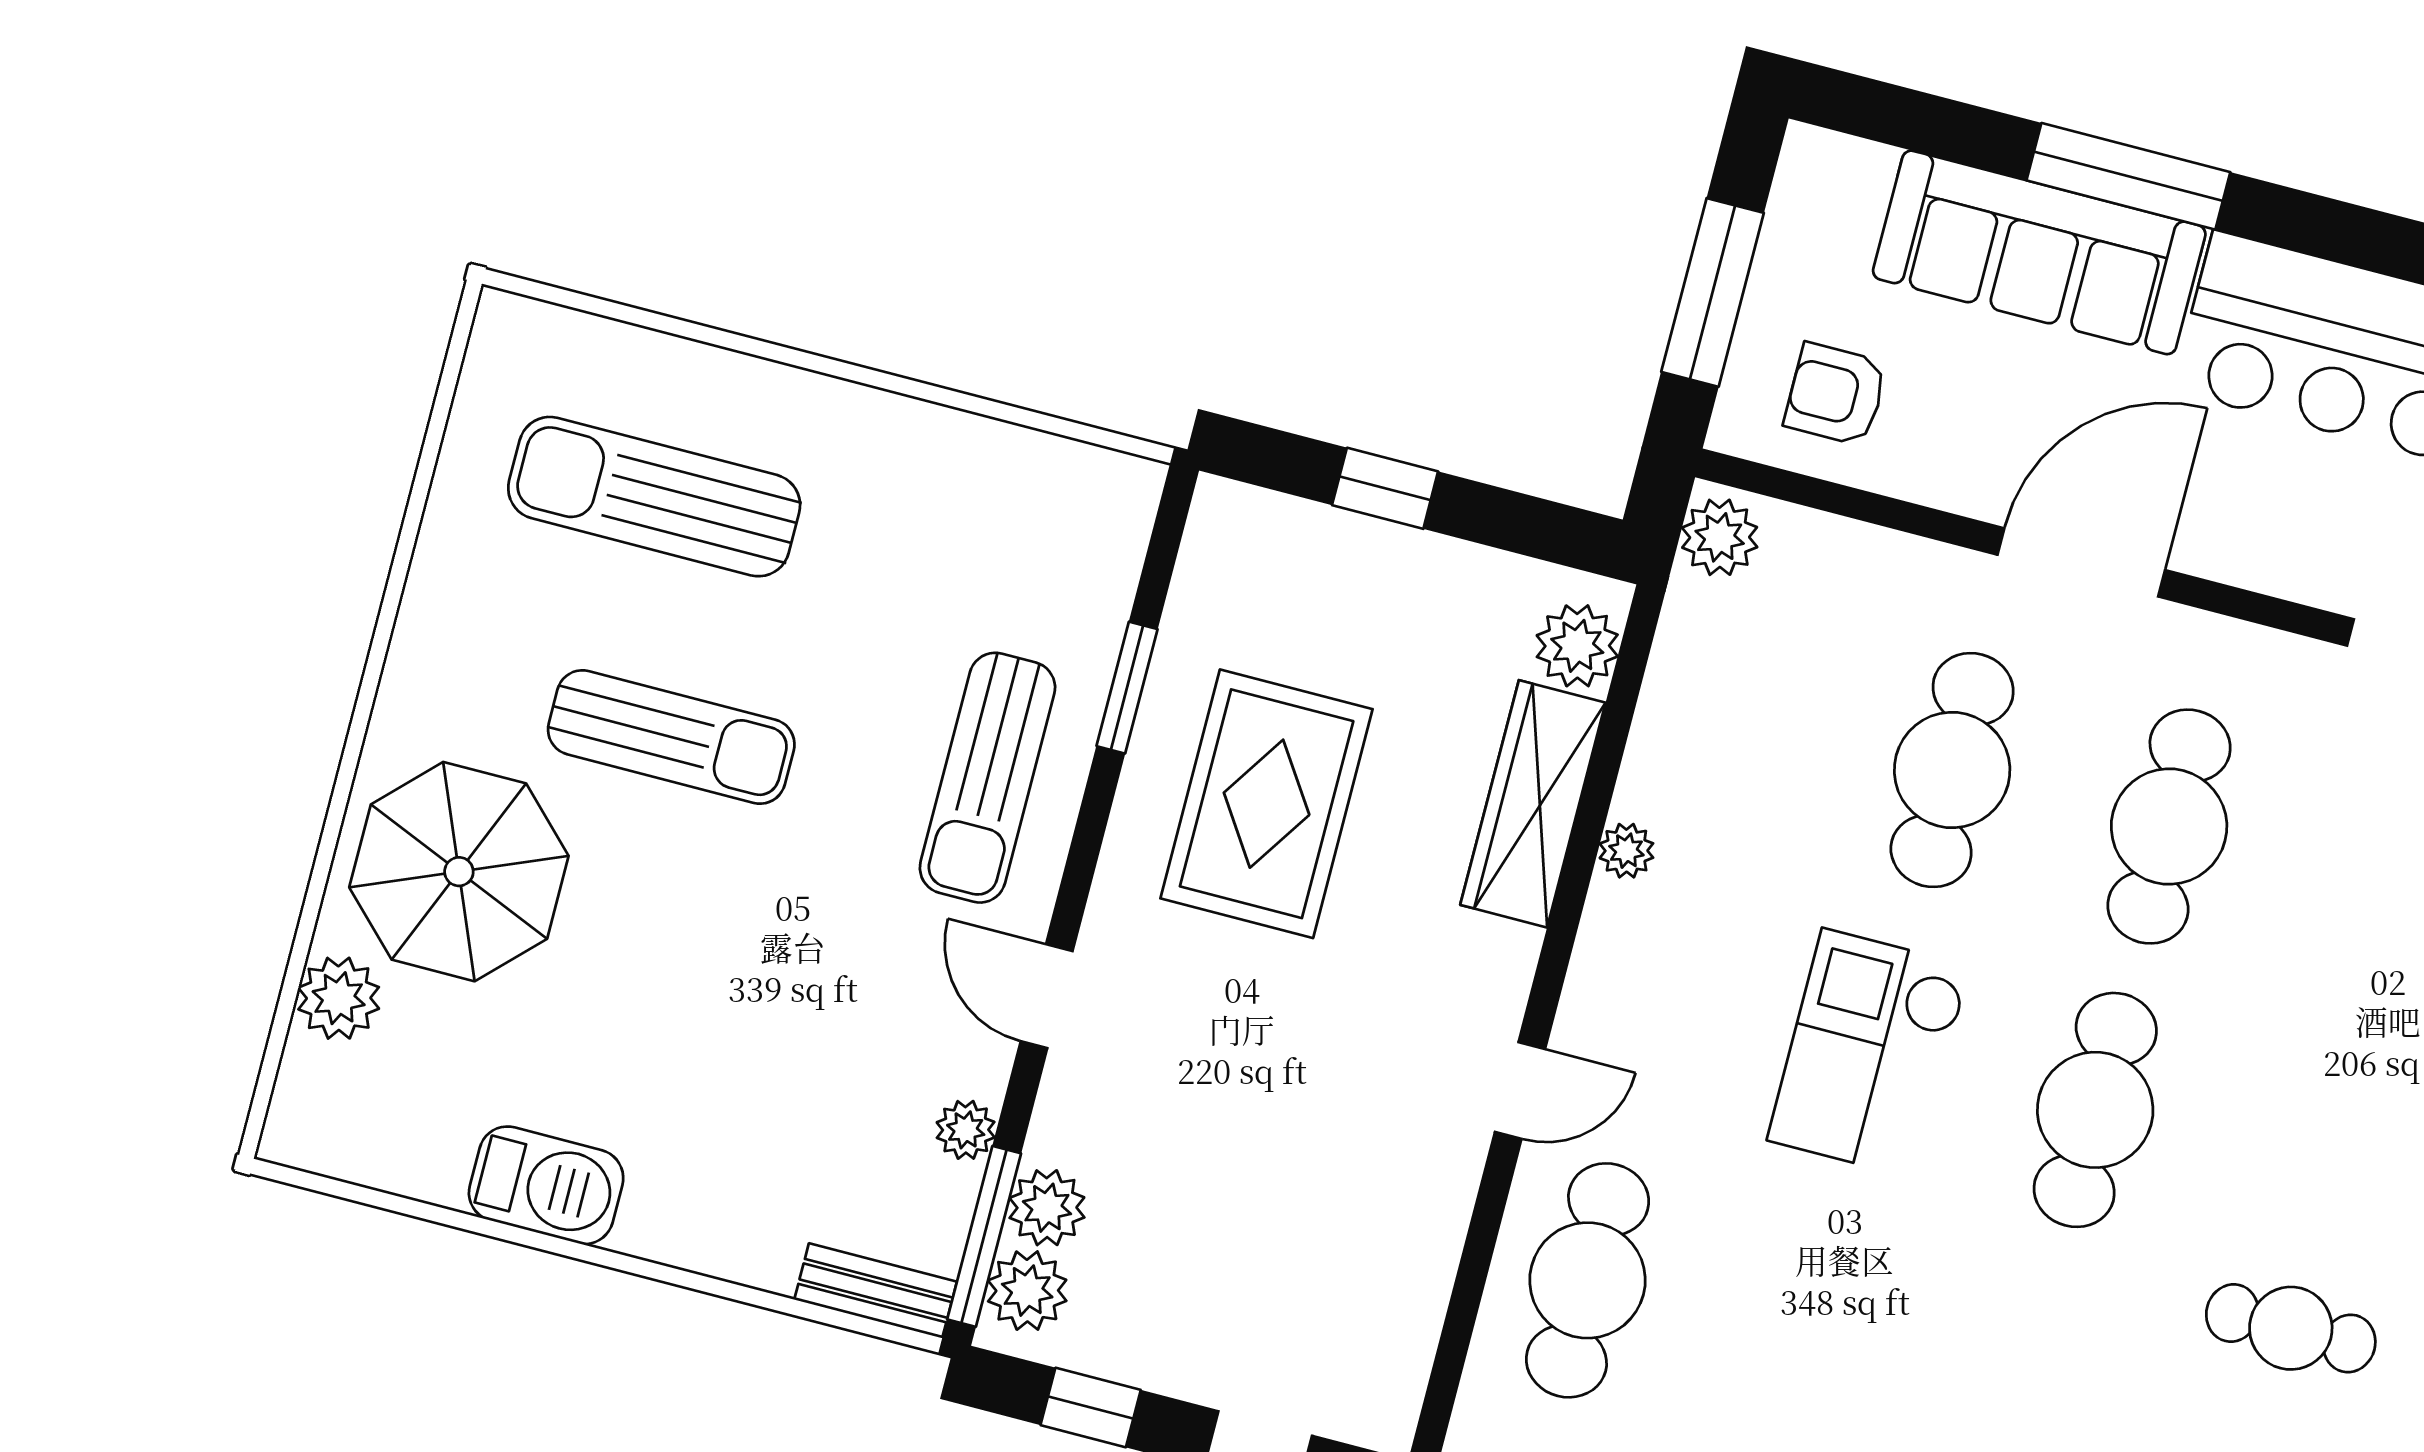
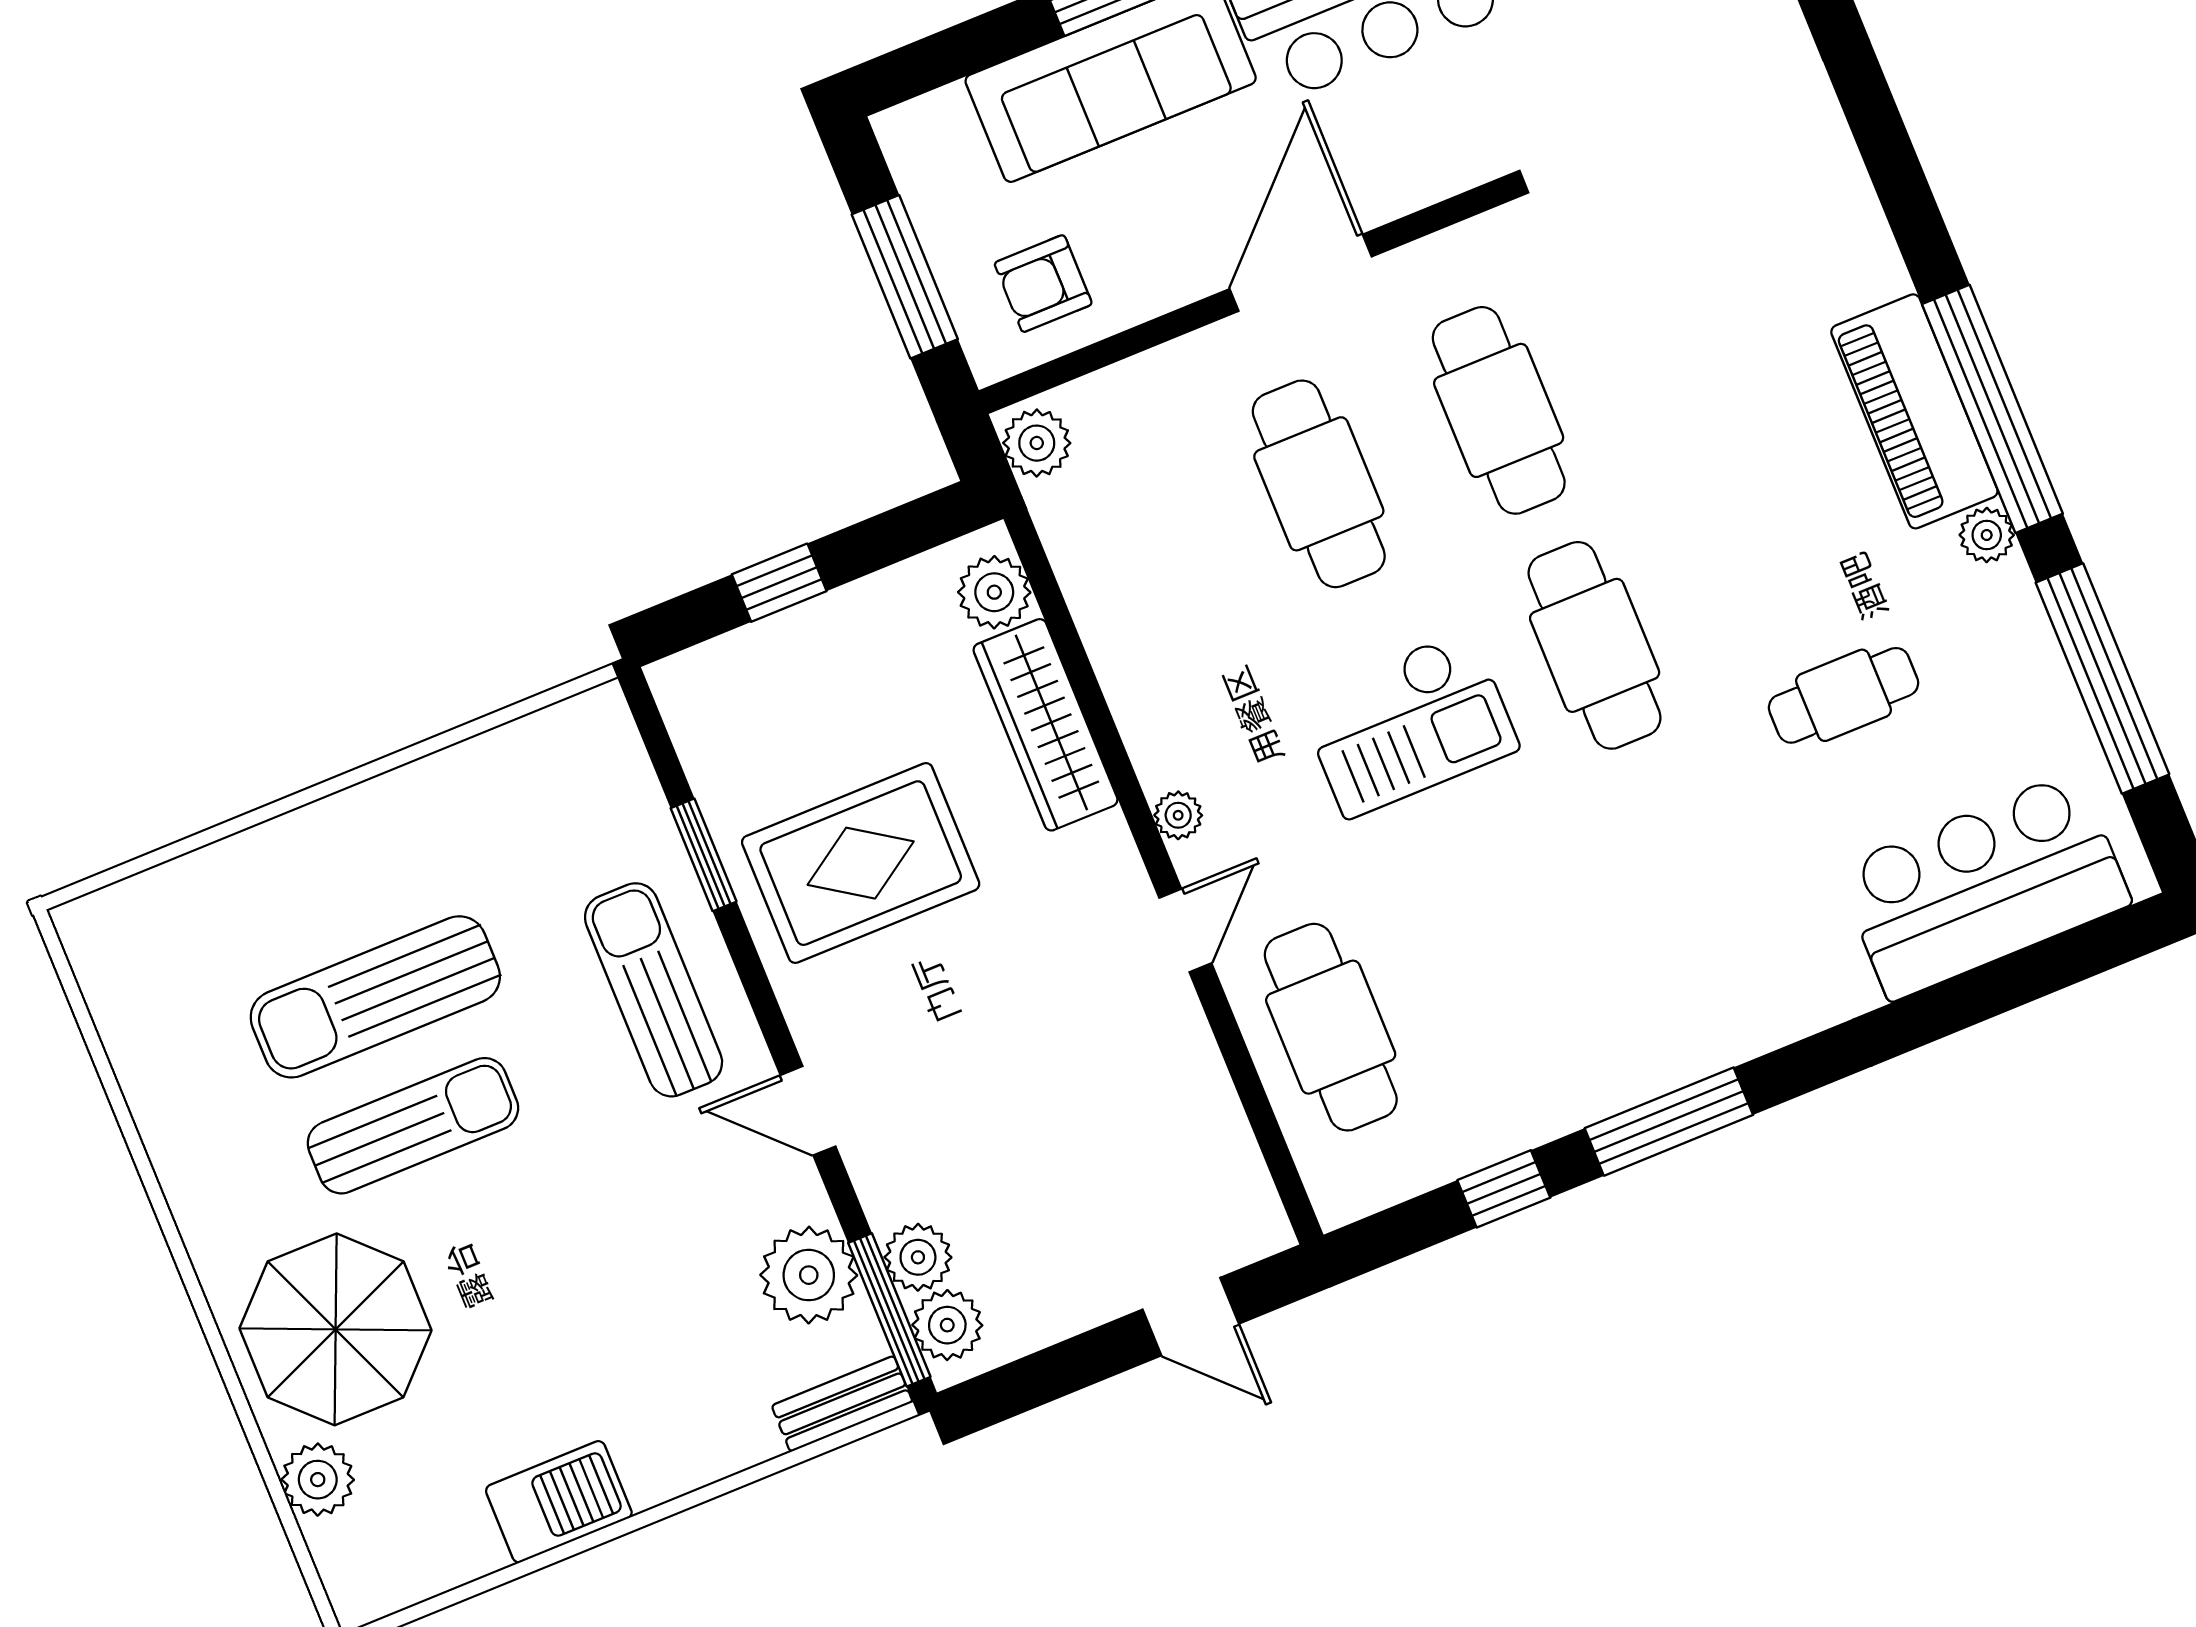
sun lounger: (654, 497) -> (375, 997), moved
sun lounger: (987, 778) -> (654, 990), turned 180
rug: (1267, 804) -> (861, 863), turned 90
plant: (1626, 851) -> (1178, 815), moved
checkout: (1869, 1053) -> (1408, 723), turned -90
plant: (966, 1130) -> (809, 1275), width x1.87, depth x1.87
window: (1091, 1408) -> (1052, 1373), removed

